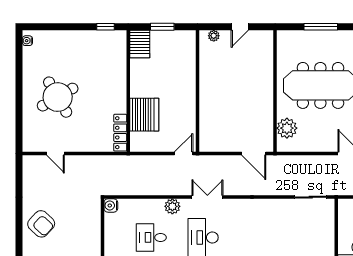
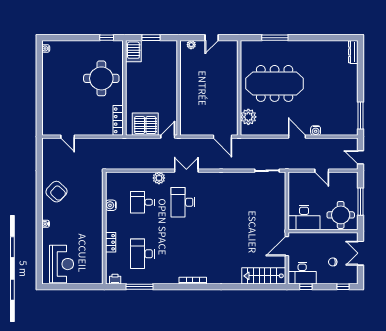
round table: (58, 97) -> (101, 78), moved, turned 30
server rack: (144, 115) -> (145, 124), moved, turned -90
water cooler: (111, 205) -> (111, 205), moved

